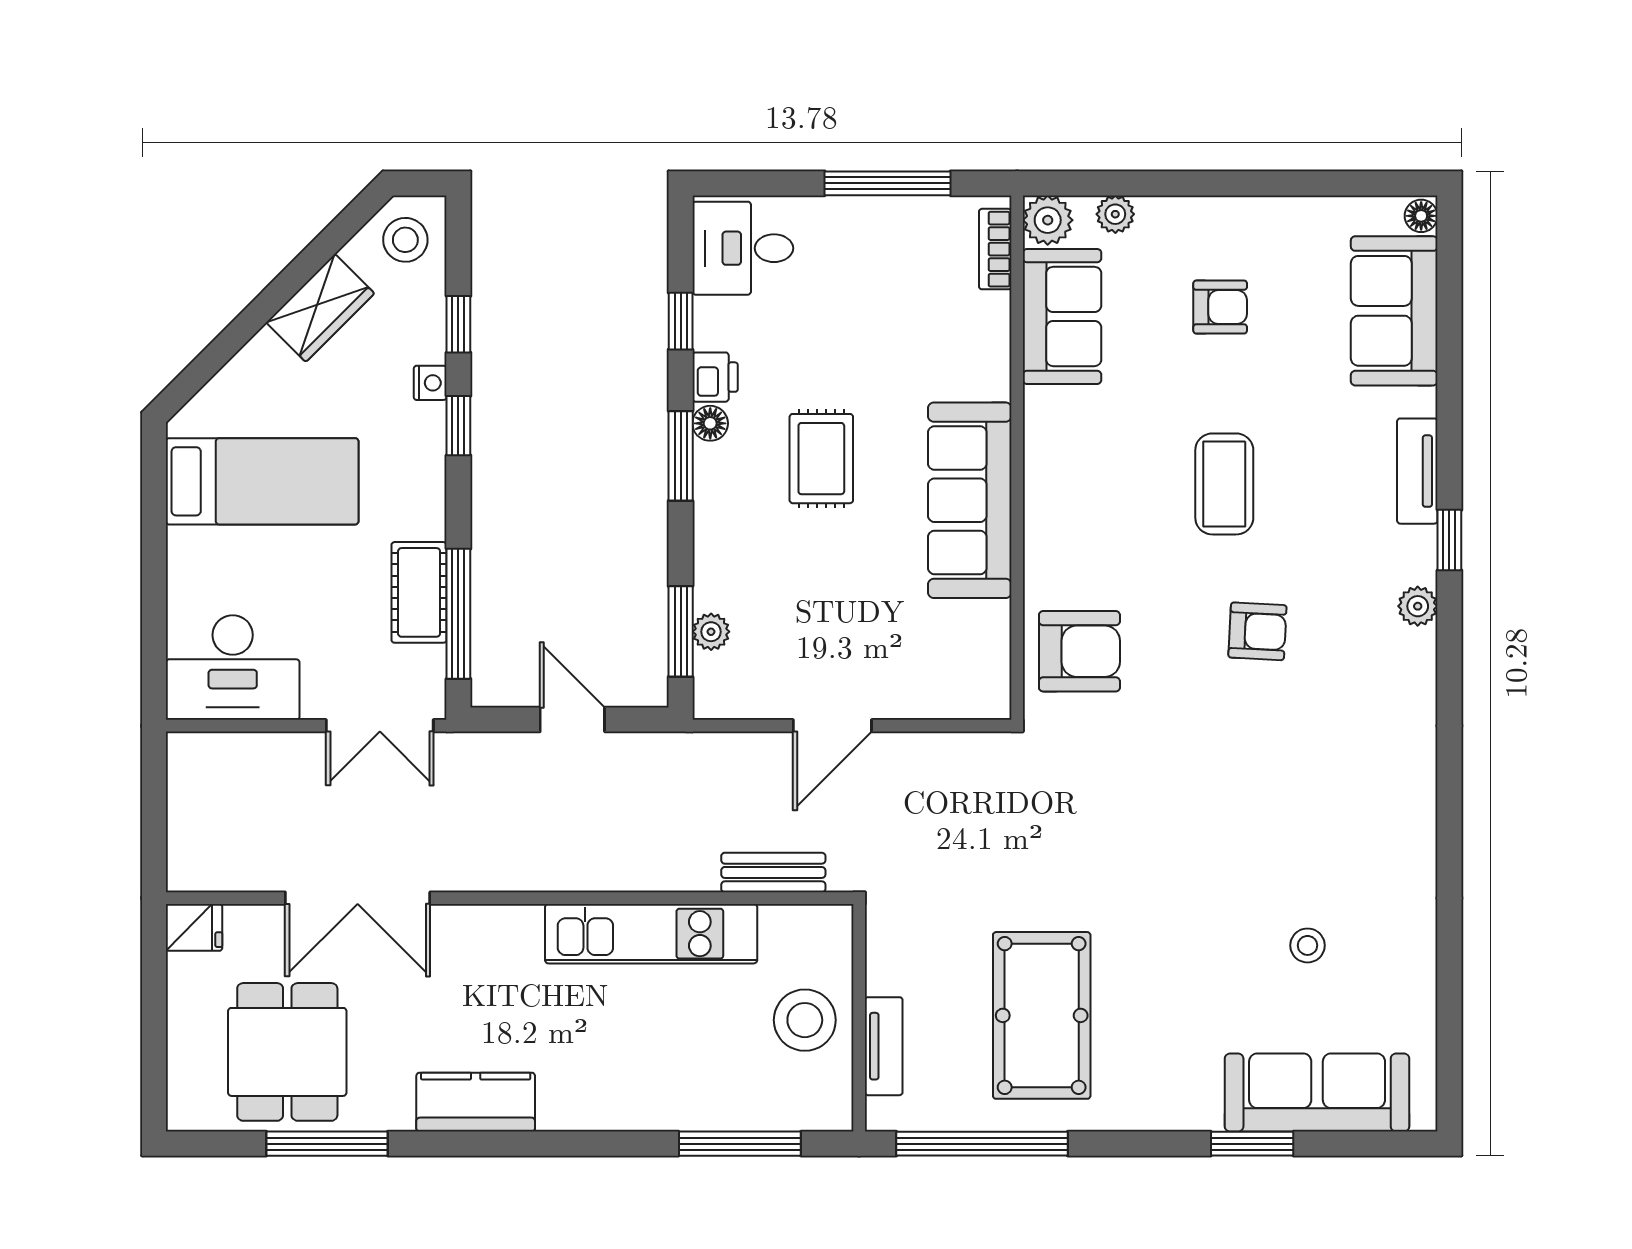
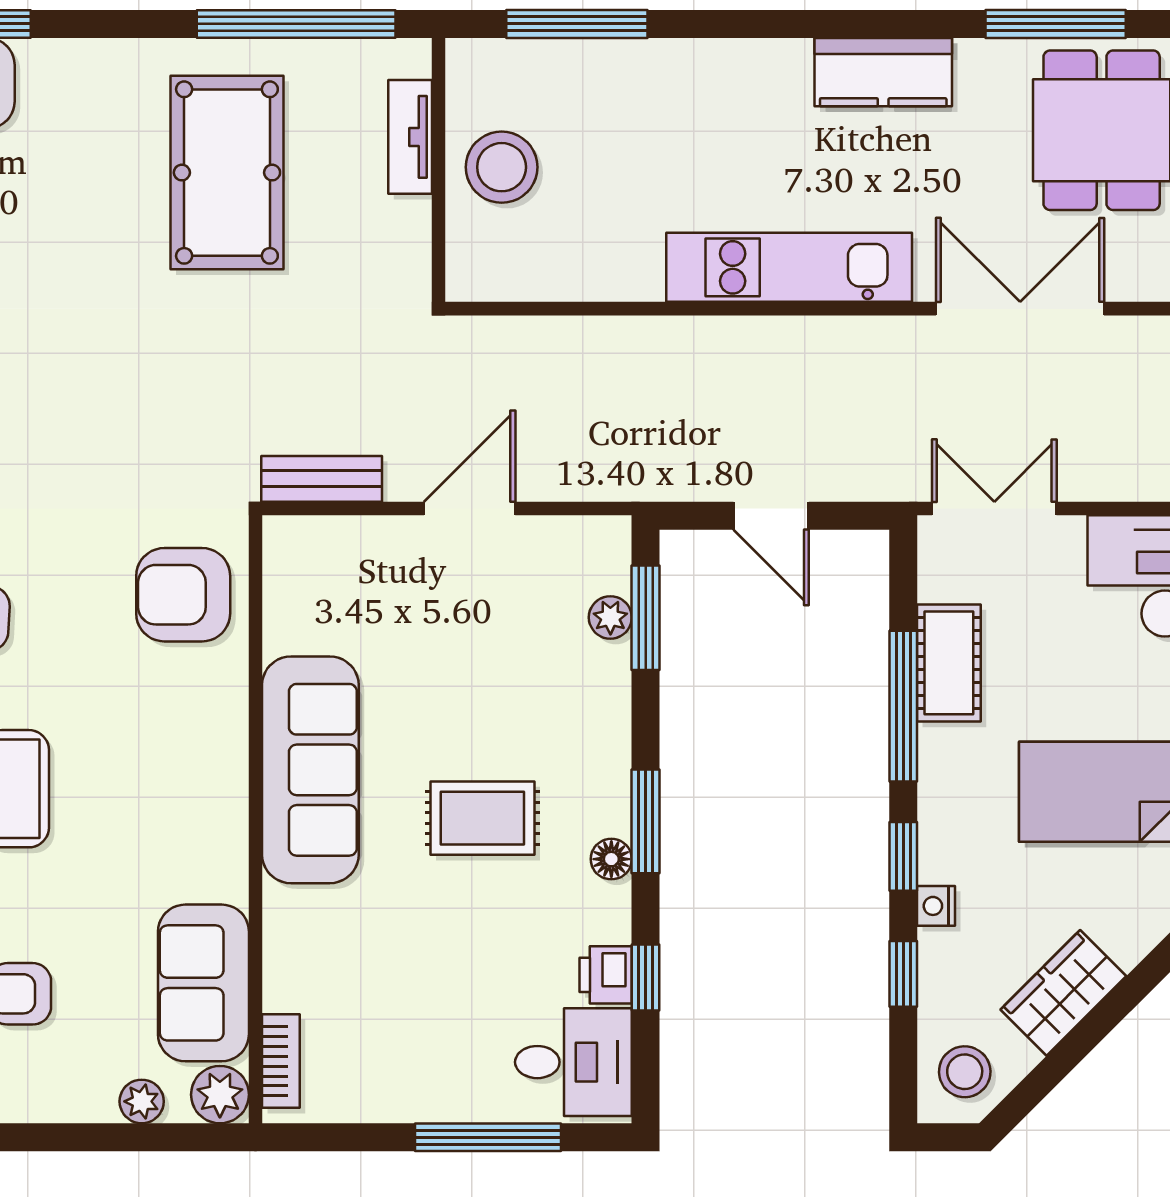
window: (888, 183) -> (488, 1137), moved
printer: (715, 377) -> (606, 975), moved
rug: (821, 459) -> (482, 818), turned 90
window: (458, 614) -> (903, 706), moved
bench: (773, 872) -> (322, 479), moved
kitchen unit: (651, 934) -> (789, 267), moved

